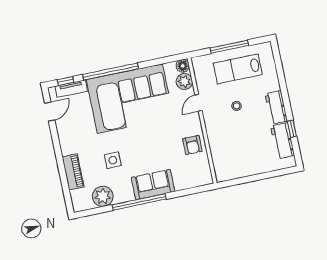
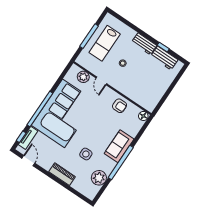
floor lamp: (183, 66) -> (143, 116), moved
piano: (73, 172) -> (62, 174), moved

